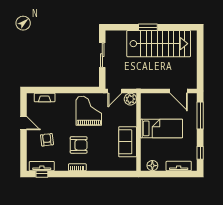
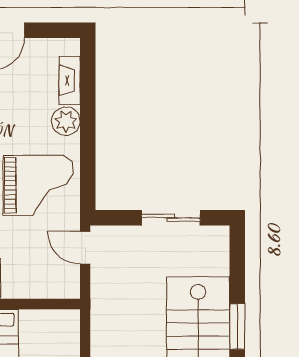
plant: (130, 99) -> (66, 121), moved

